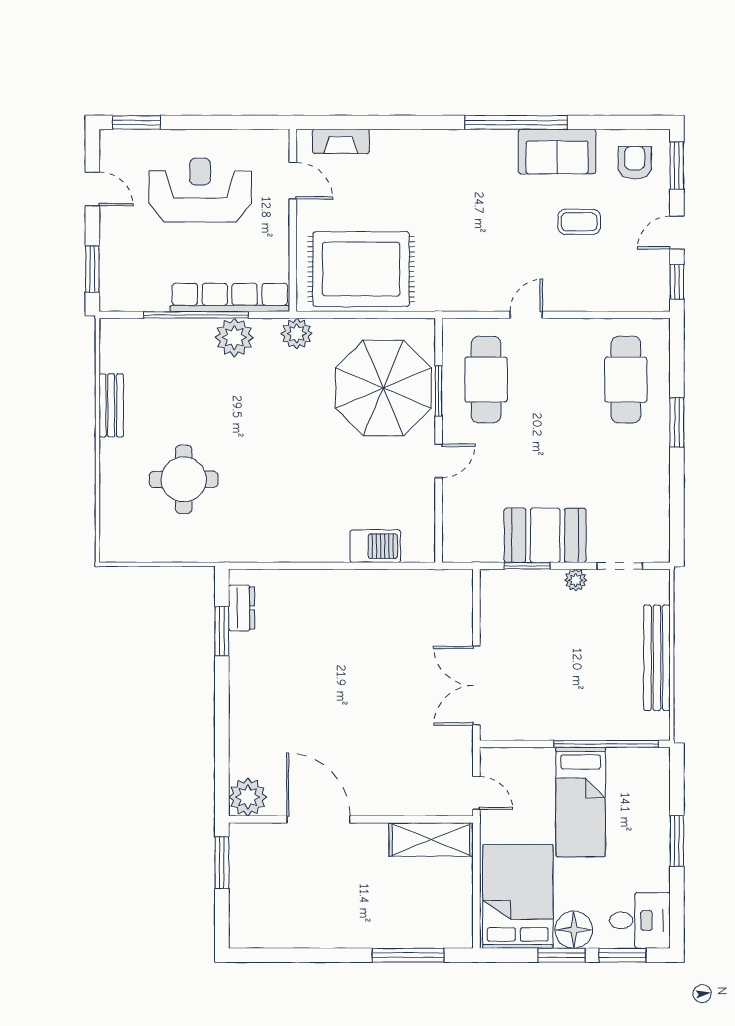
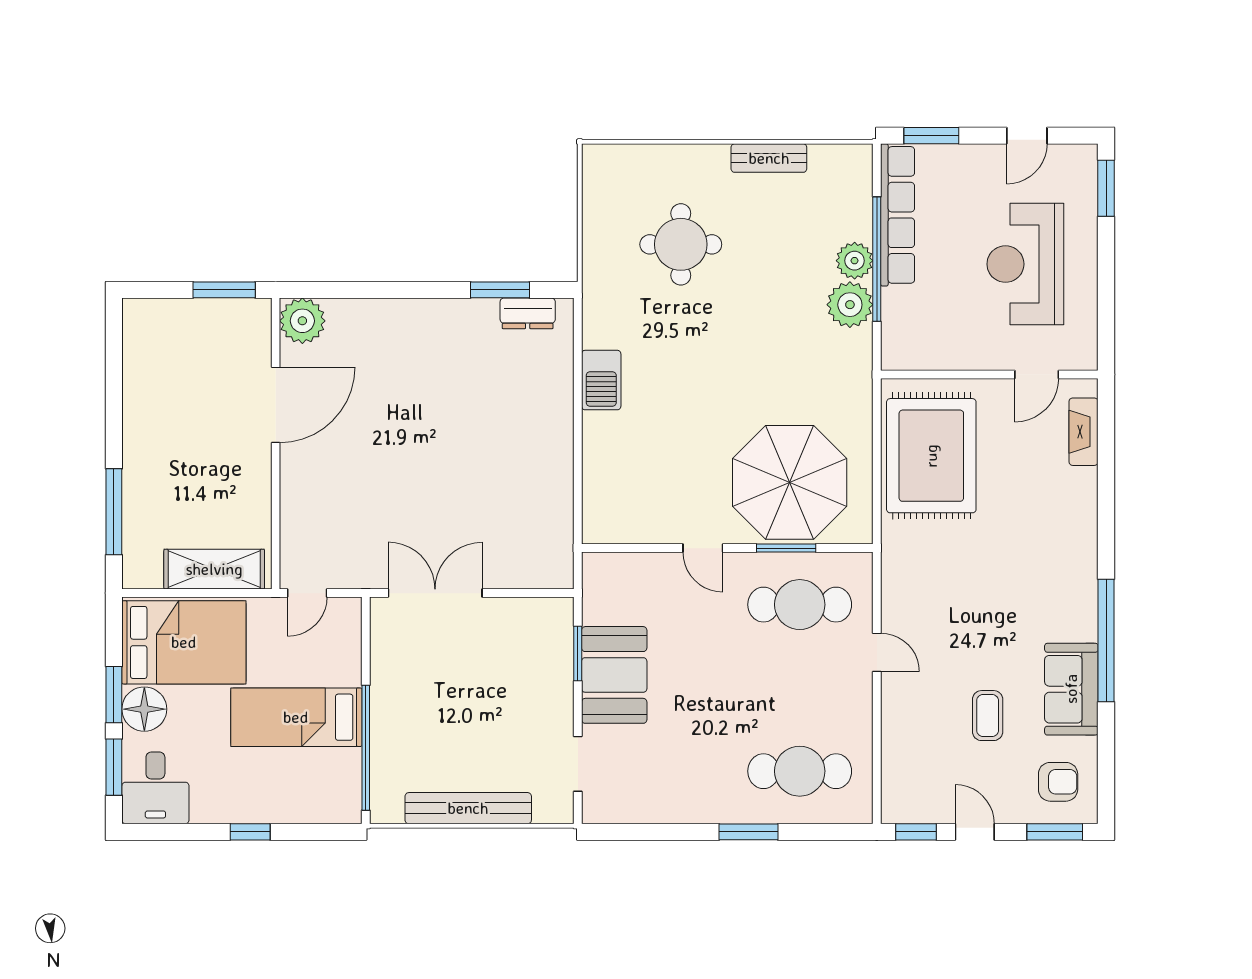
reception desk: (200, 190) -> (1025, 264), turned 180
row of seats: (230, 297) -> (898, 215), moved
plant: (297, 334) -> (855, 261), moved
barbecue: (375, 546) -> (601, 380), moved
plant: (576, 580) -> (561, 711), removed
shelving: (431, 840) -> (214, 569), moved, turned 90
window: (677, 841) -> (250, 832), width x0.67

